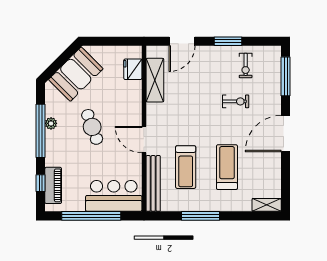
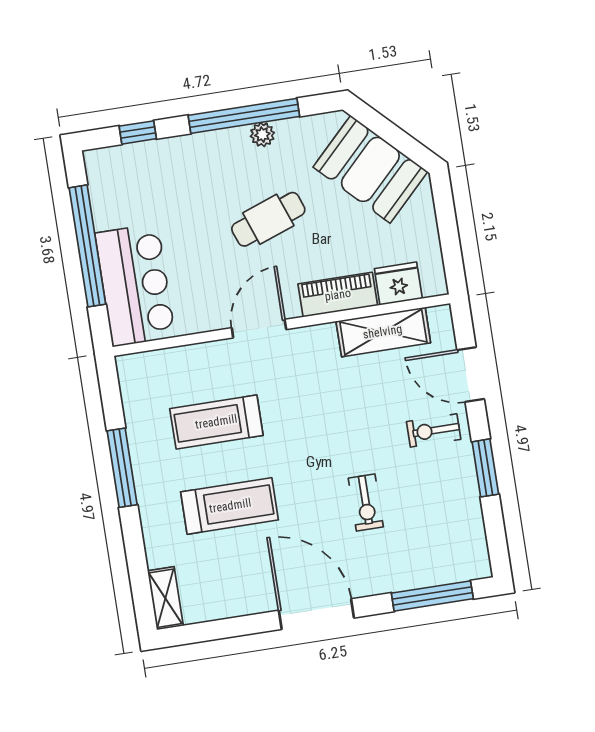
exercise bike: (246, 66) -> (434, 430), moved
bench: (153, 183) -> (173, 361), removed
piano: (53, 185) -> (338, 295), moved, turned 180

